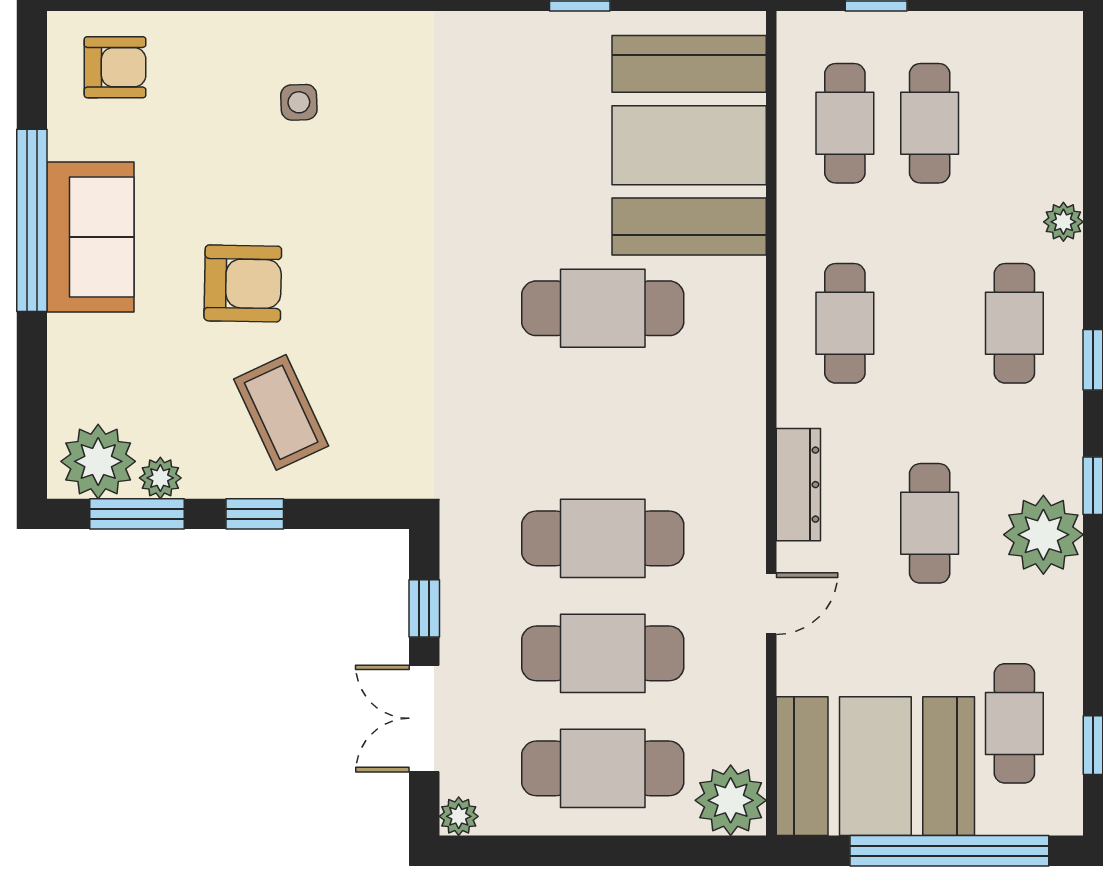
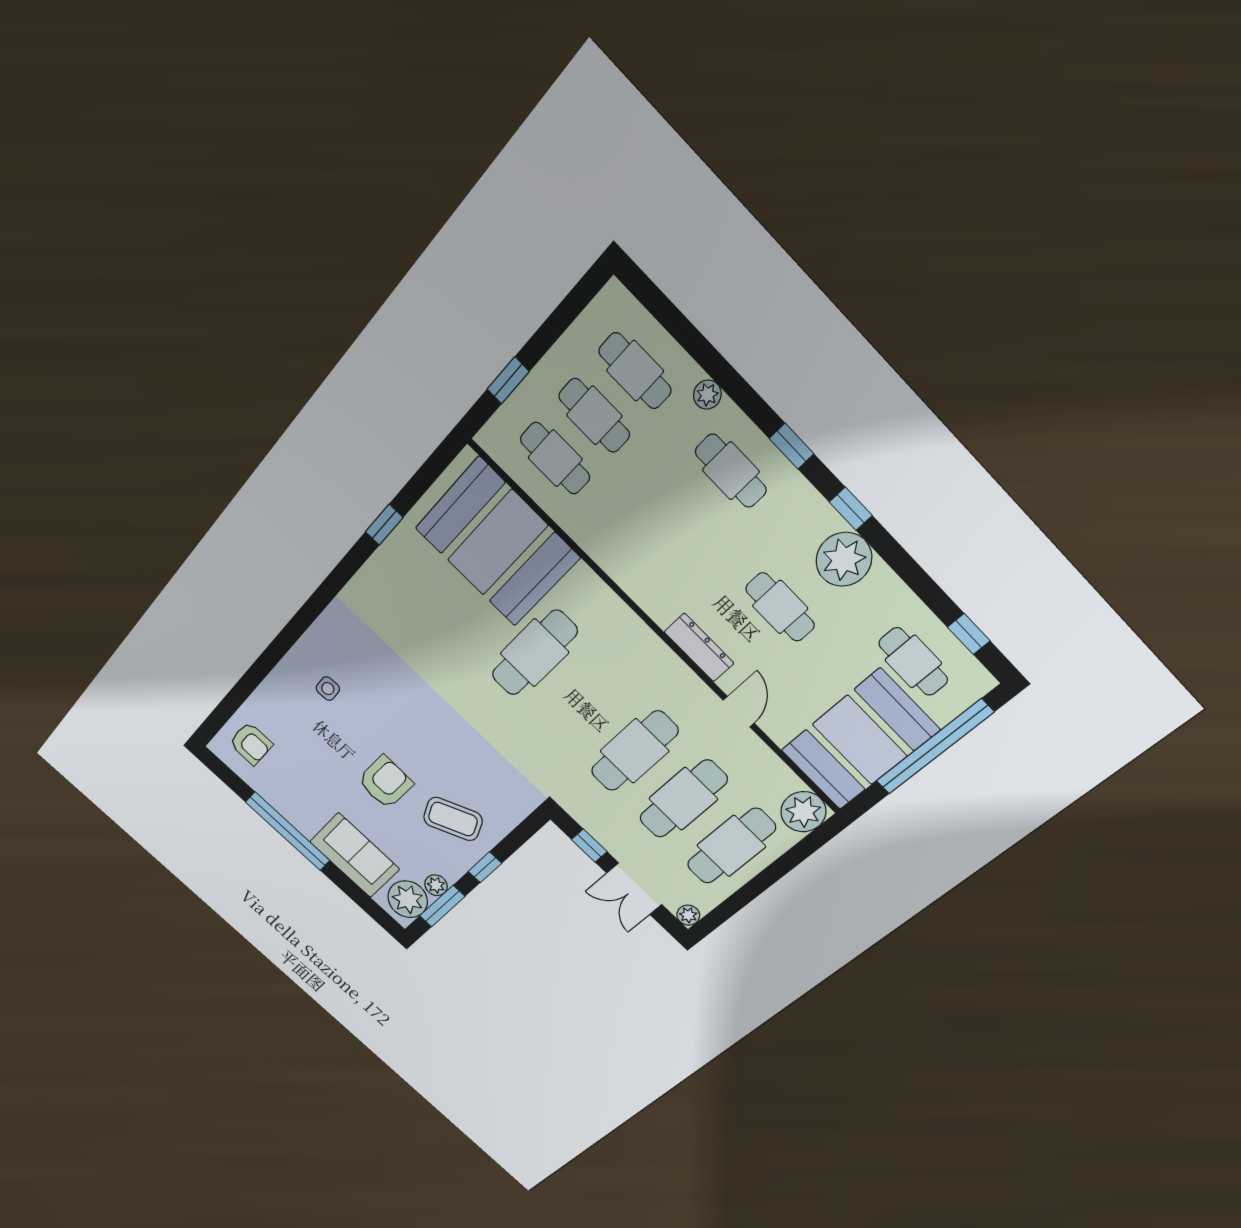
armchair: (115, 67) -> (251, 744), turned 90
sofa: (90, 237) -> (355, 855), moved
cafe table: (845, 323) -> (635, 371), moved

